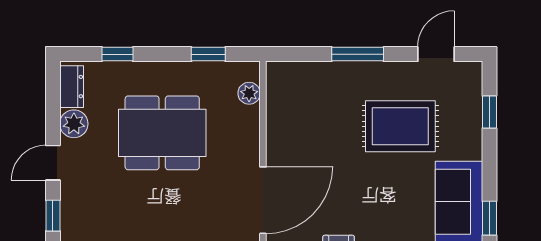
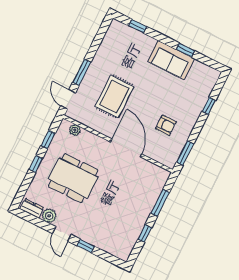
window: (117, 54) -> (36, 164), moved
door: (436, 54) -> (68, 99), moved
rug: (400, 126) -> (114, 97), moved
dining table: (162, 133) -> (73, 178), turned 90

